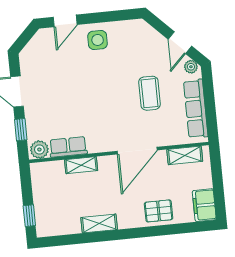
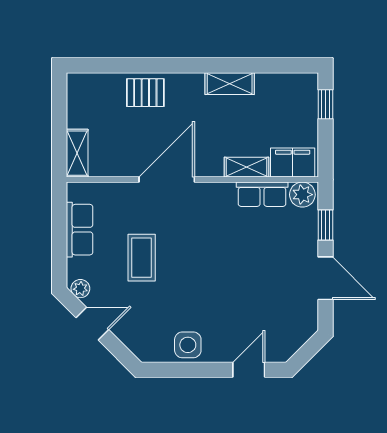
side table: (98, 40) -> (188, 345), moved
door: (180, 43) -> (92, 324), hinge flipped
row of seats: (196, 109) -> (80, 230), width x0.68
shelving: (185, 155) -> (77, 153), moved, turned 90
filing cabinet: (204, 205) -> (293, 162), moved, turned -90

